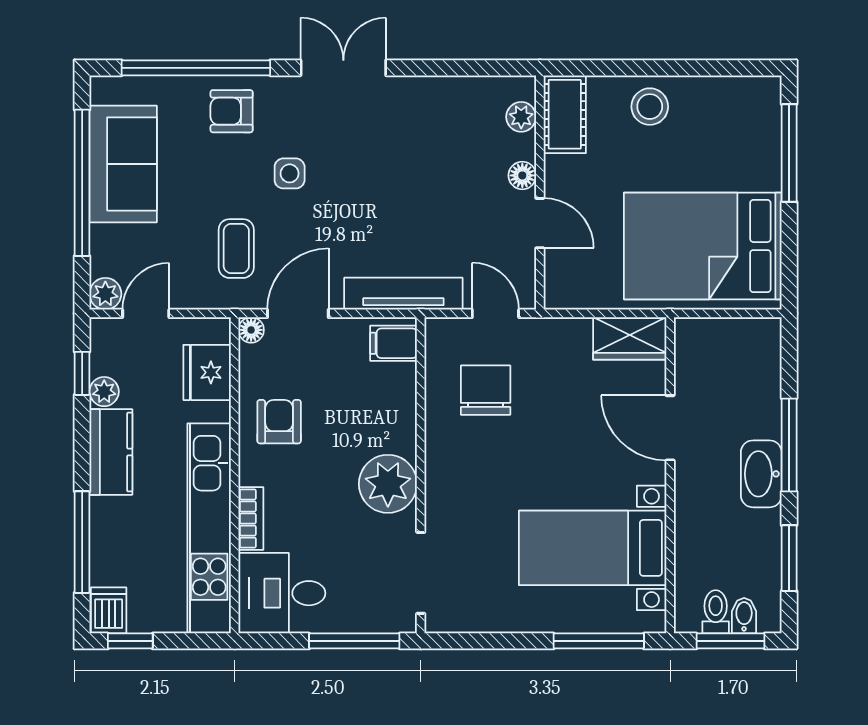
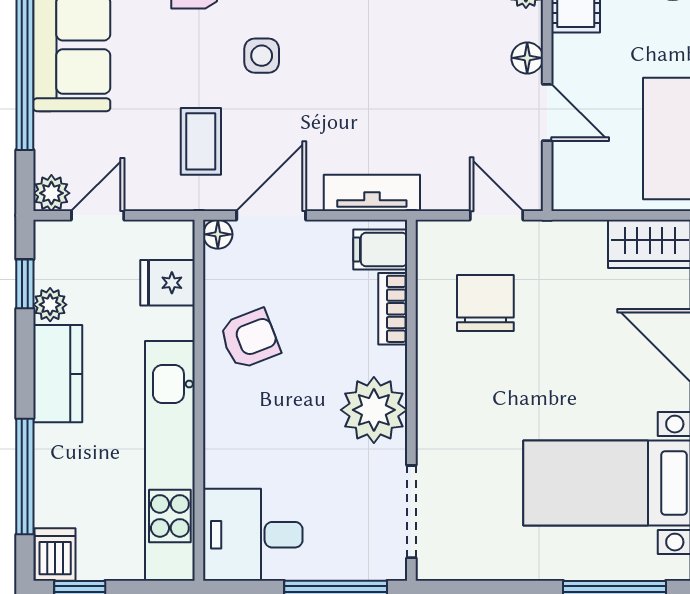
tv unit: (403, 294) -> (372, 193), width x0.71
fridge: (207, 372) -> (168, 283), width x0.72
armchair: (279, 422) -> (250, 339), turned 69
bookcase: (251, 519) -> (393, 309), moved, turned 180

